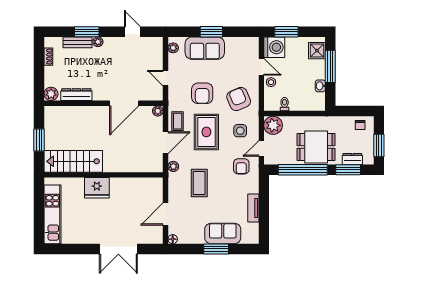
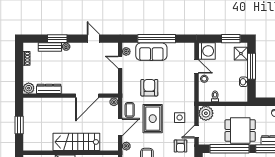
window: (211, 32) -> (157, 39), width x2.11
window: (286, 32) -> (231, 39), moved
door: (166, 78) -> (120, 62), moved
armchair: (202, 93) -> (149, 88), turned 180
armchair: (239, 99) -> (178, 92), removed
stairs: (73, 161) -> (76, 142), moved

